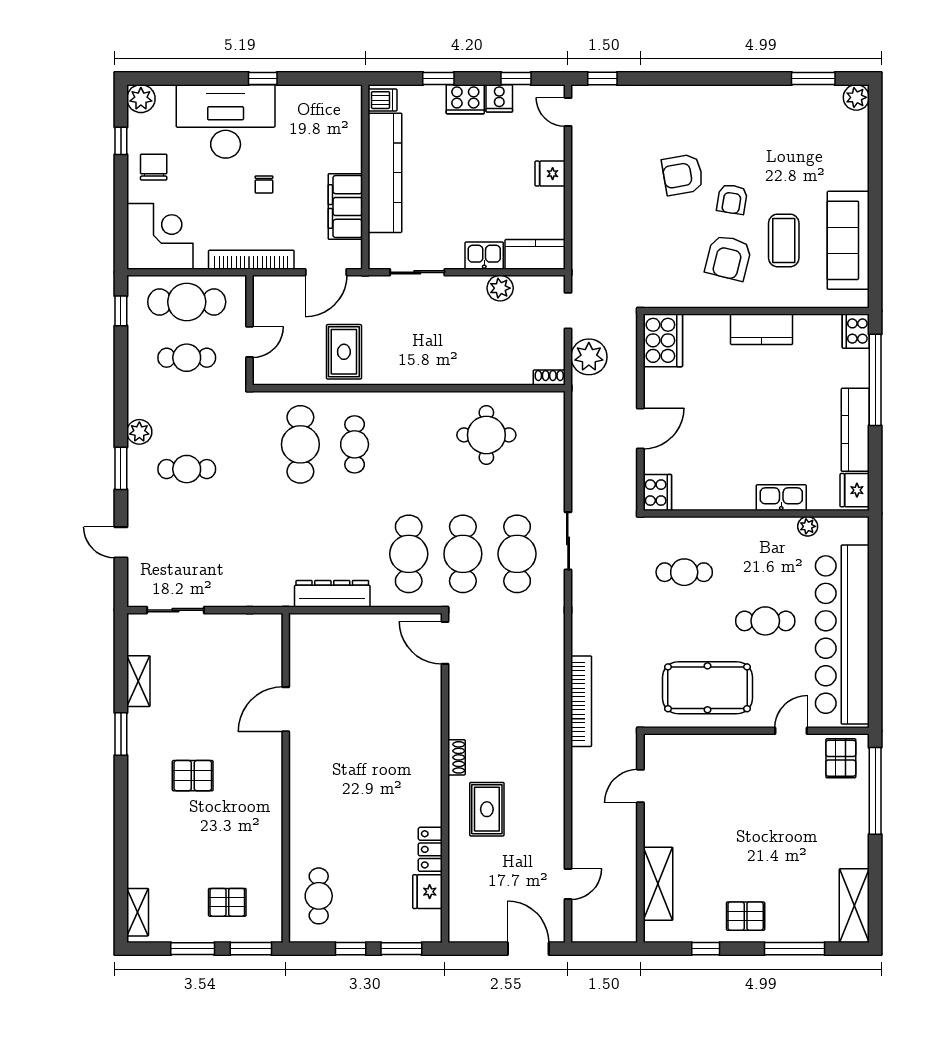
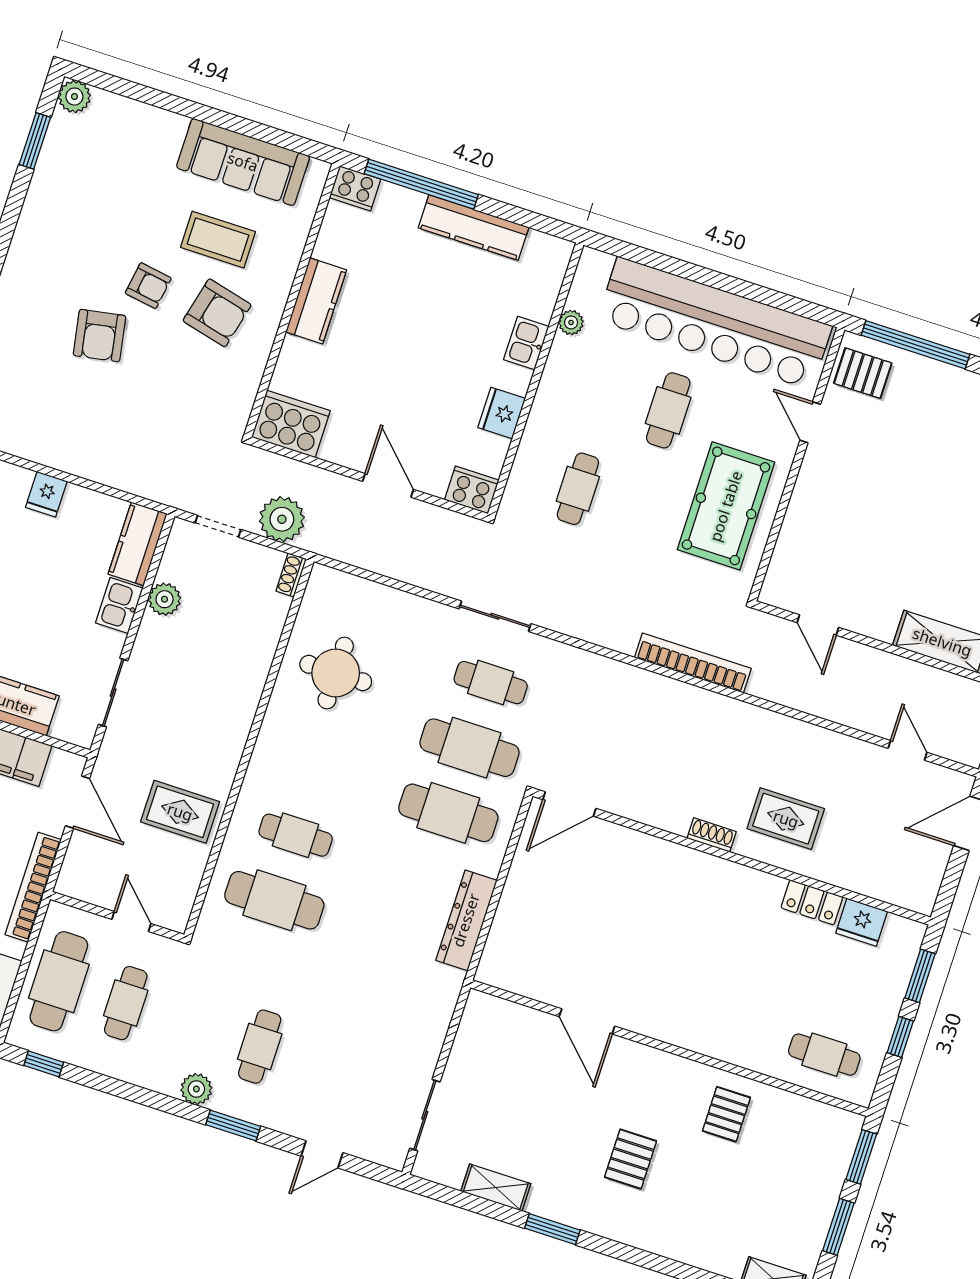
fridge: (855, 490) -> (502, 413), moved, turned 90
kitchen sink: (781, 498) -> (526, 343), width x0.73
cafe table: (517, 554) -> (491, 683), width x0.73, depth x0.74
pallet: (227, 902) -> (726, 1114), moved

